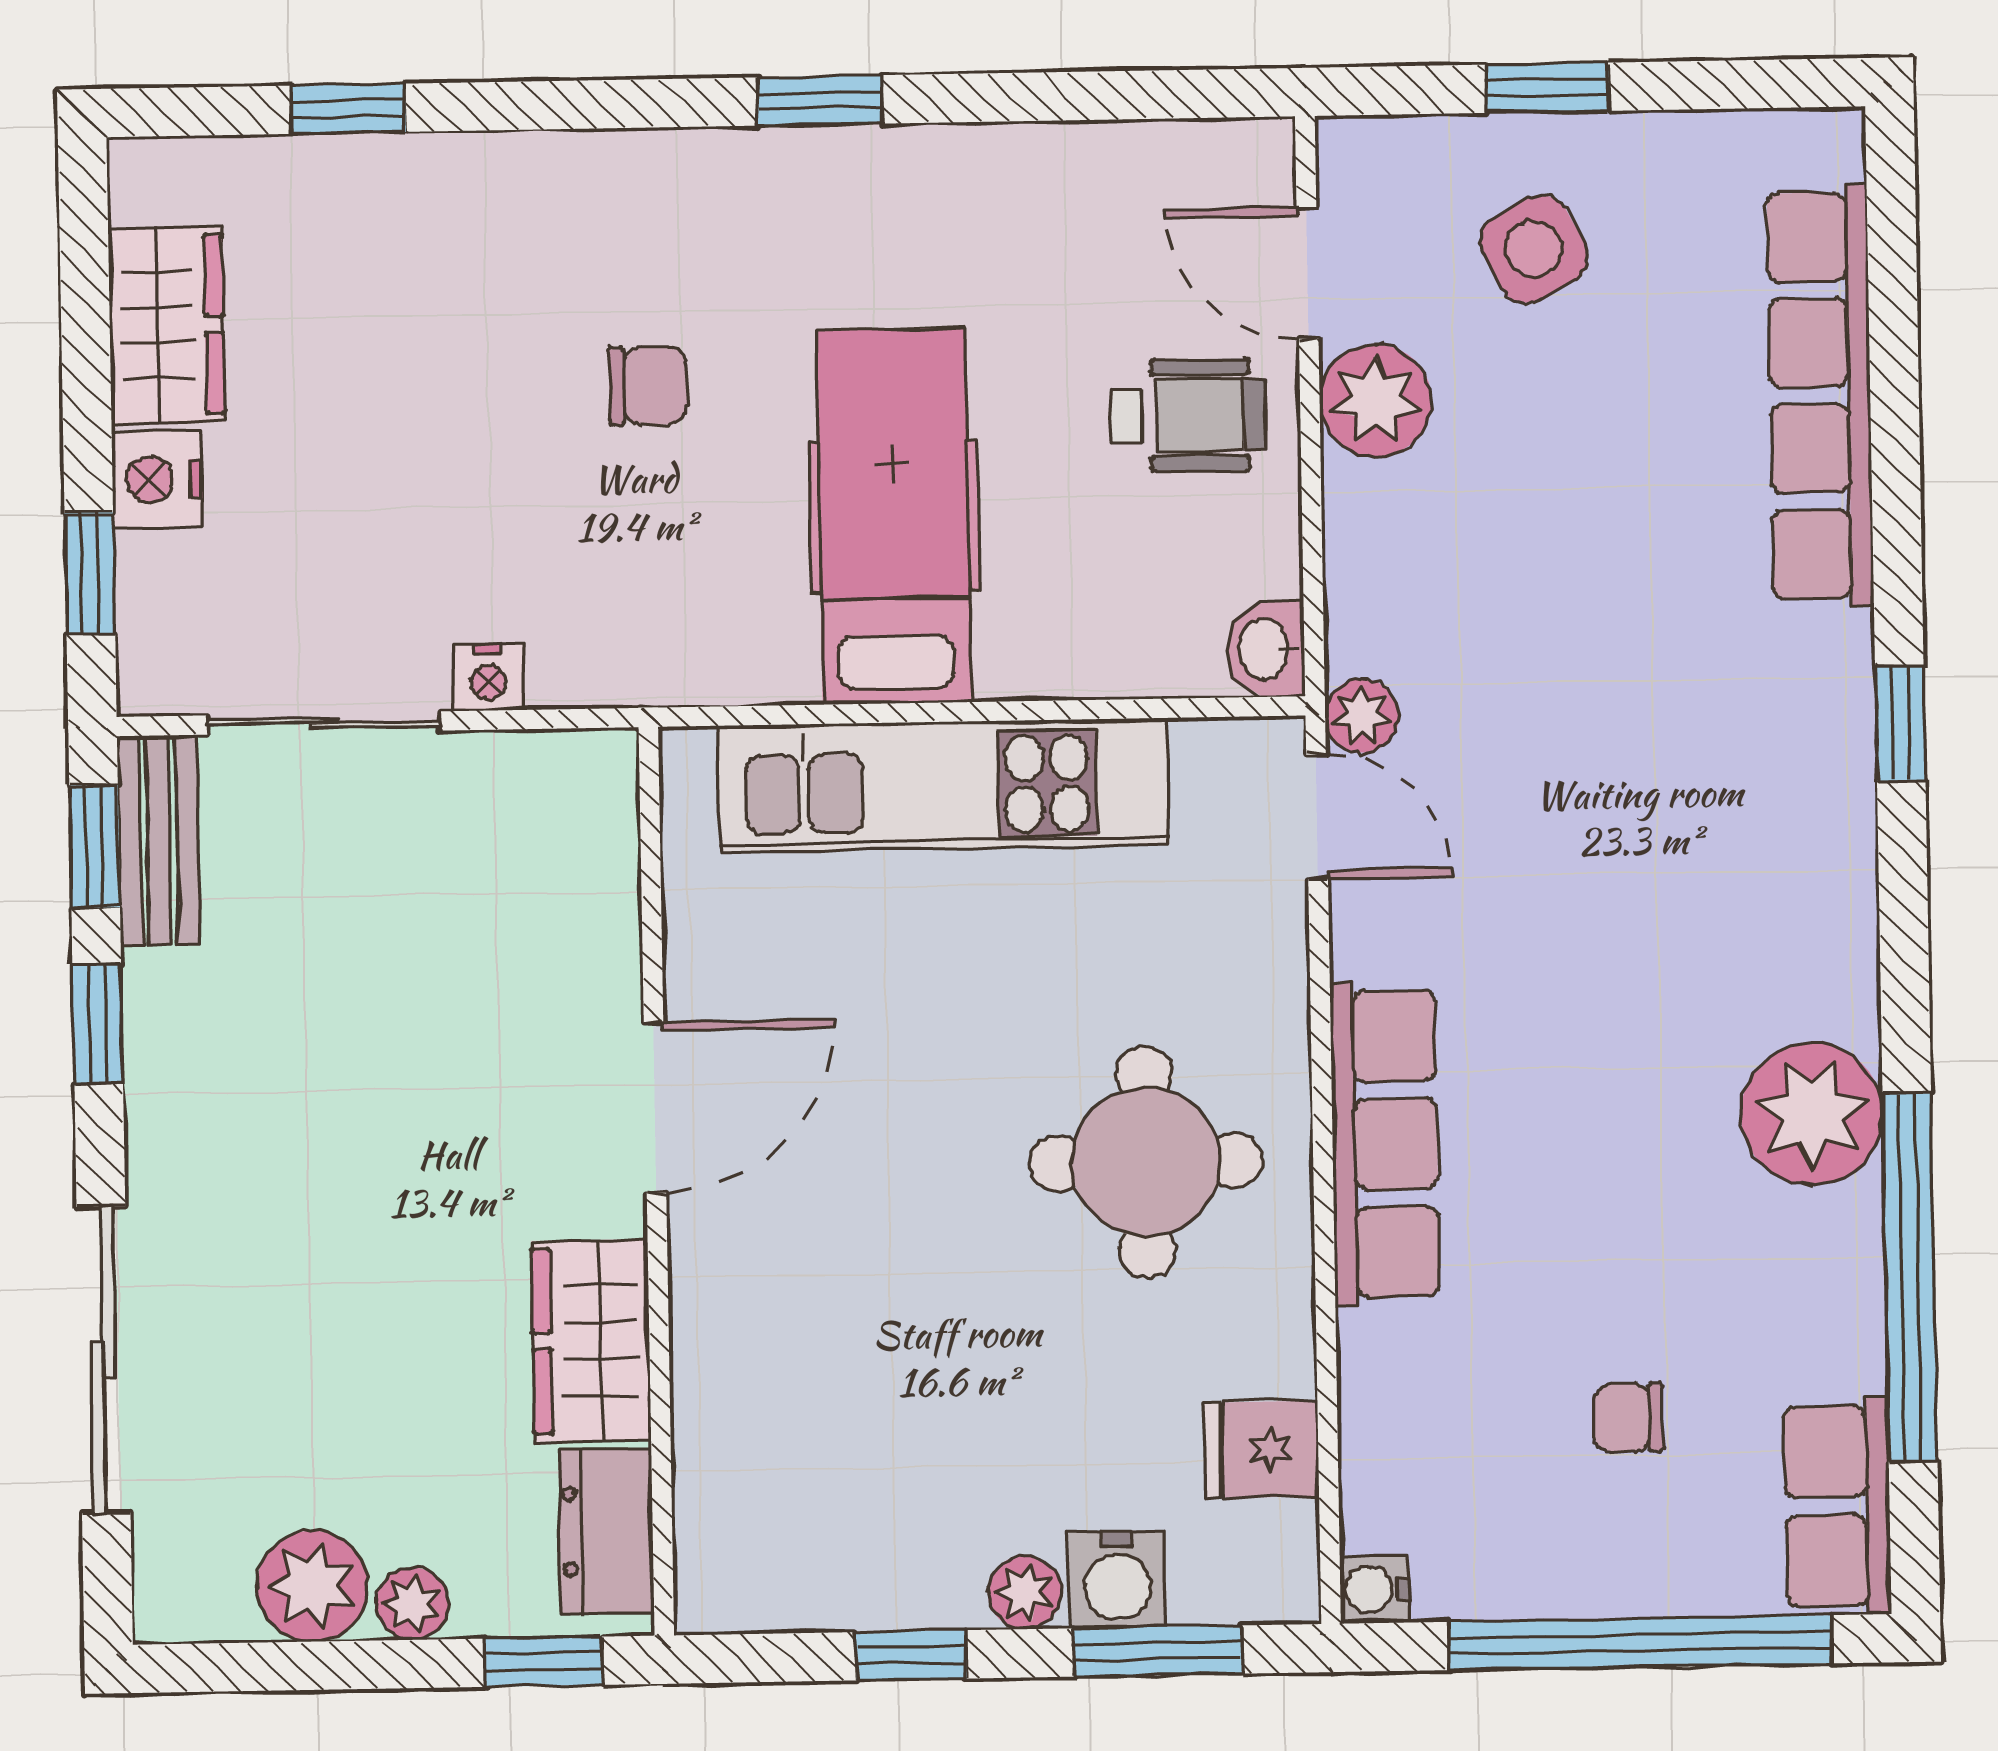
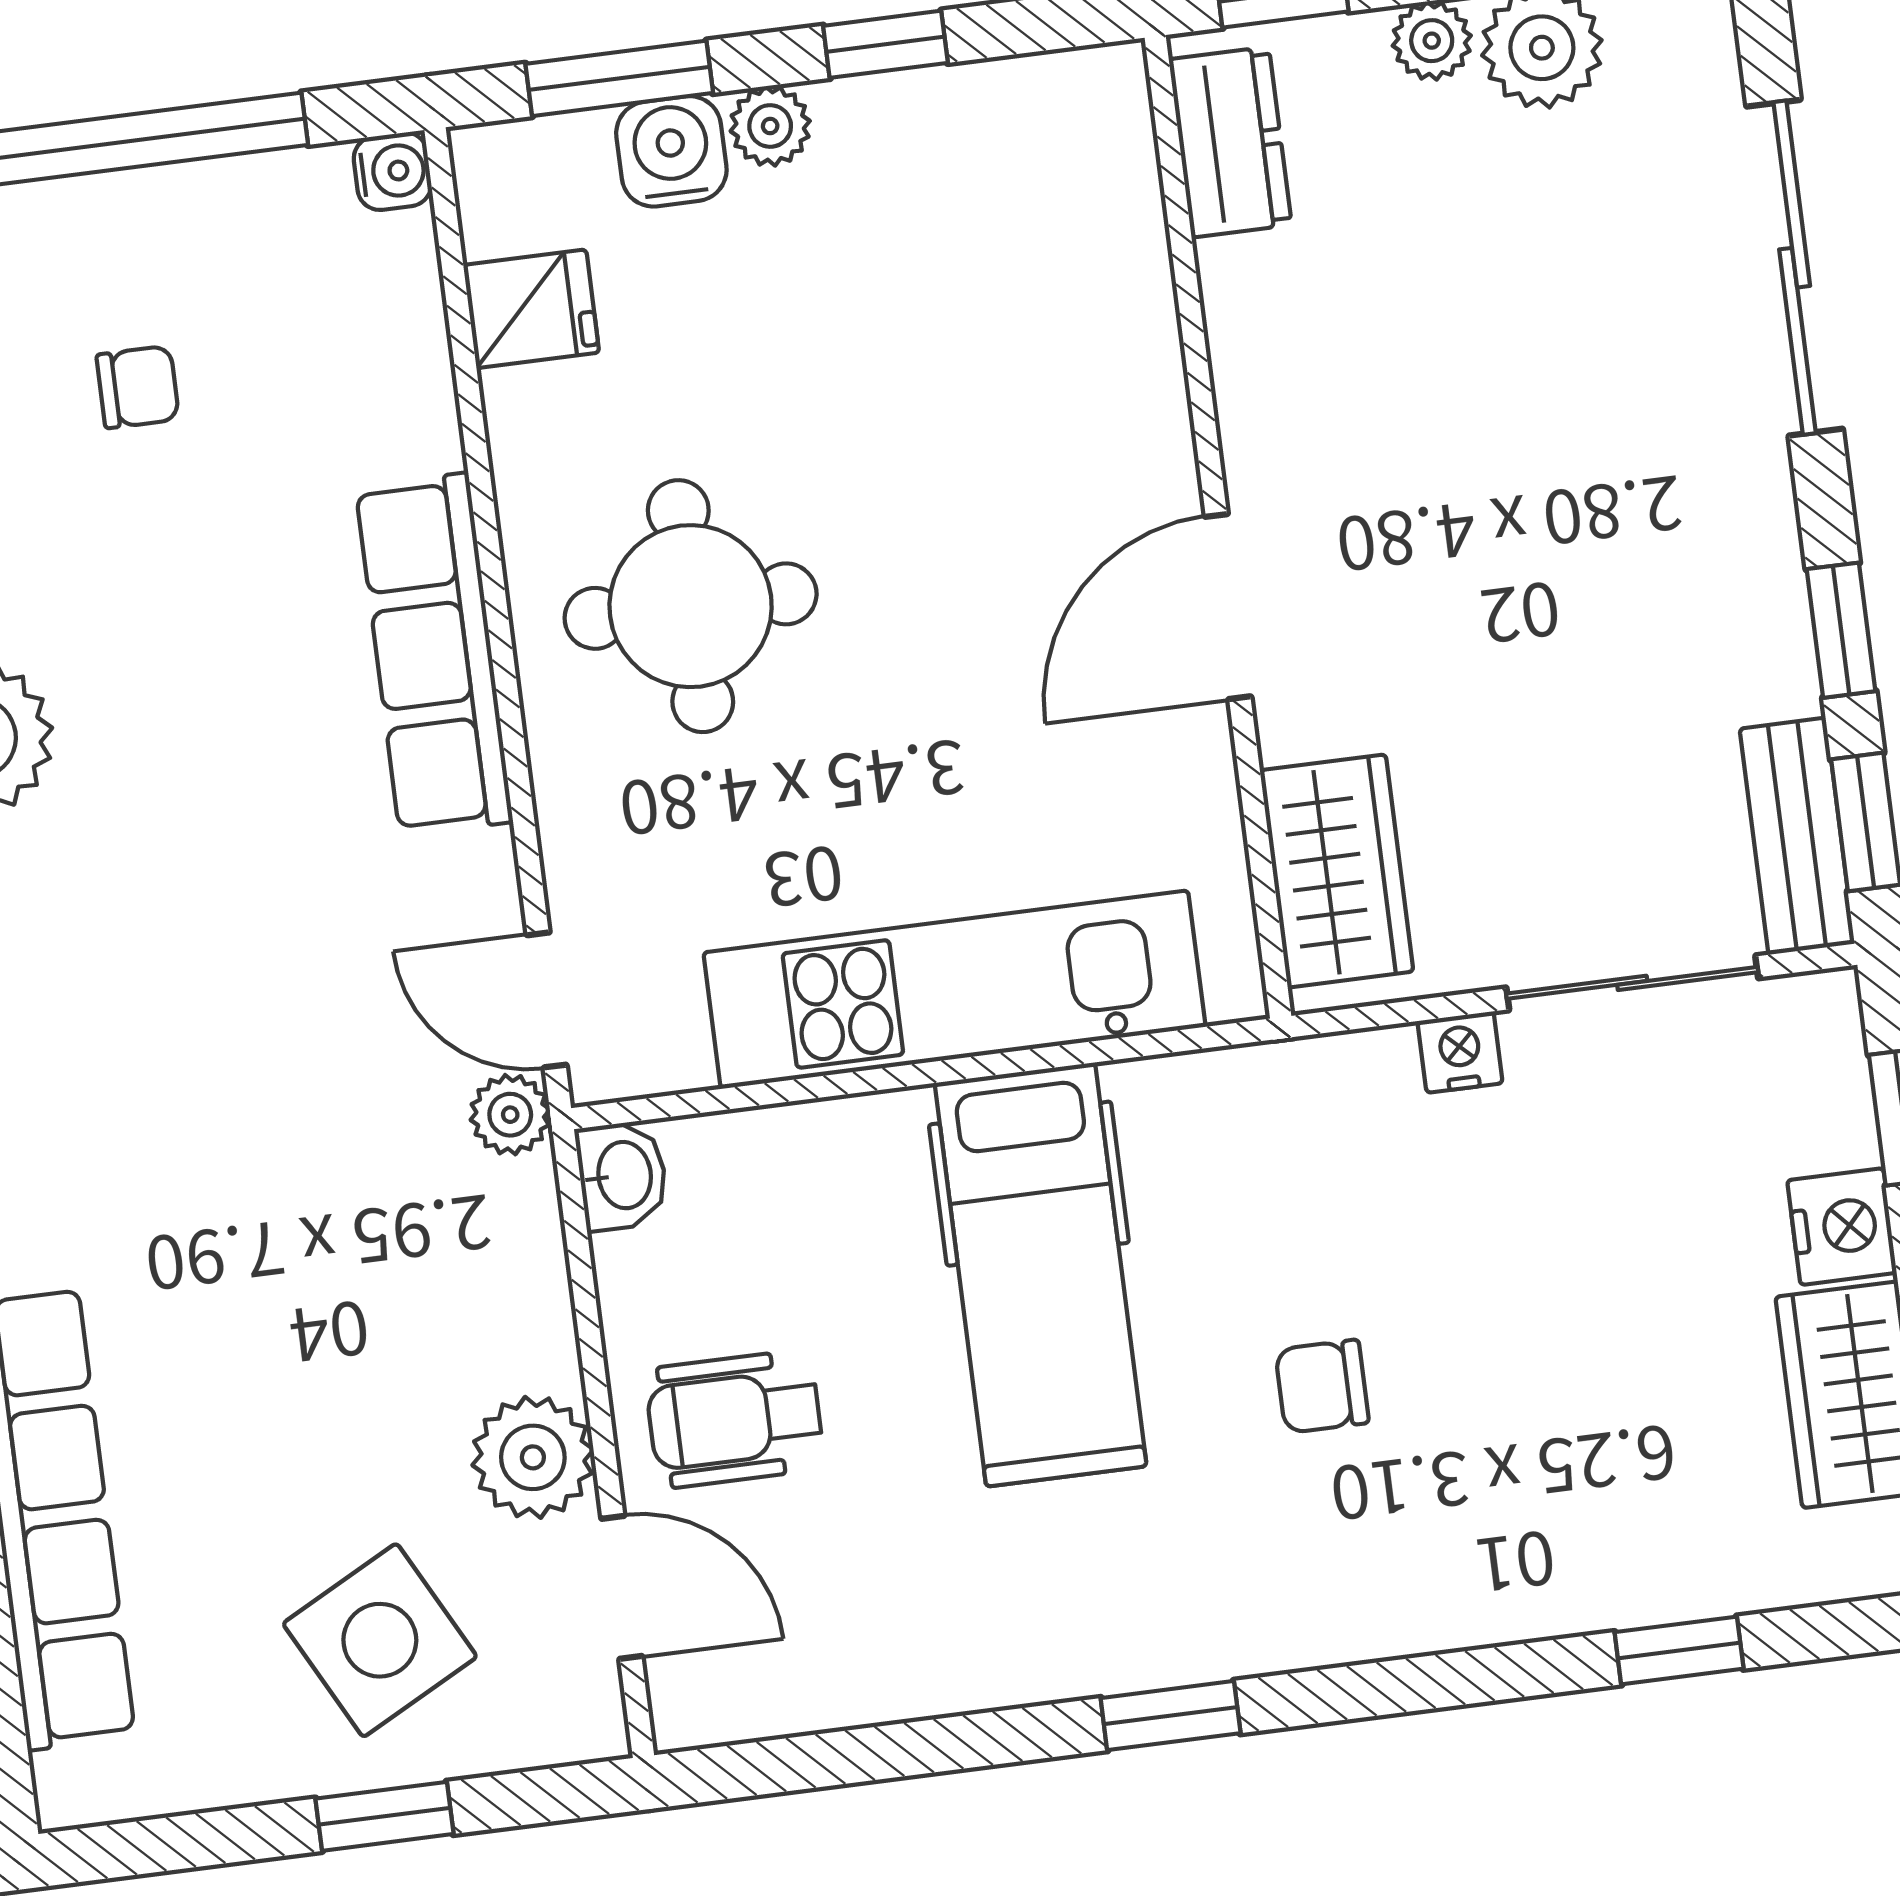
side table: (1534, 249) -> (380, 1640), width x1.37, depth x1.37
wardrobe: (591, 1341) -> (1337, 871), moved

